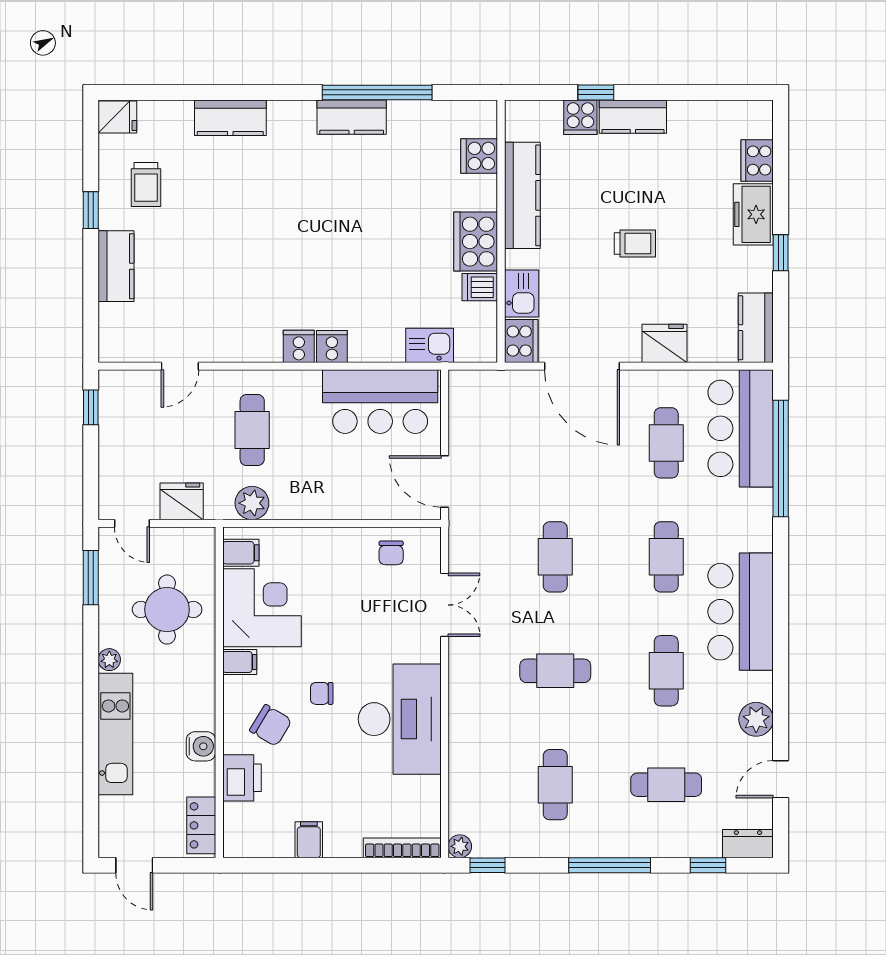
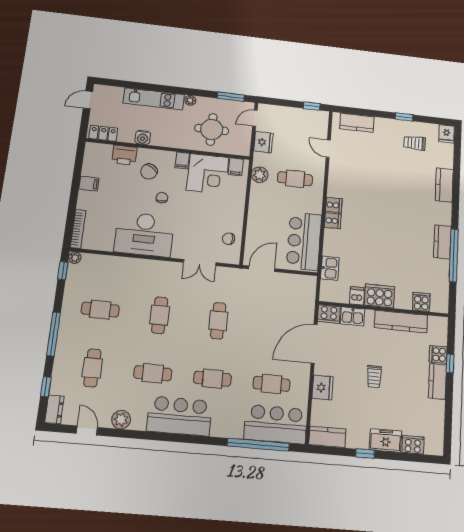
kitchen counter: (116, 266) -> (357, 123), moved
cafe table: (555, 557) -> (218, 321), turned 90

